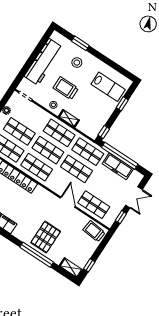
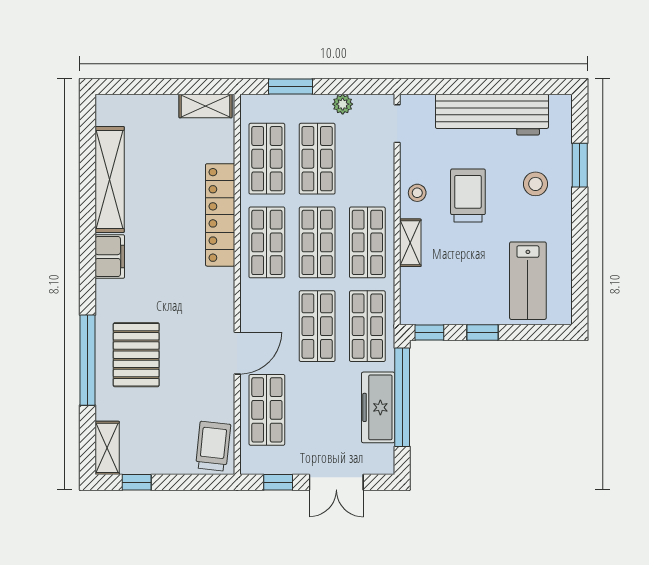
window: (122, 104) -> (483, 332), moved
pallet: (46, 237) -> (136, 355), turned 90

